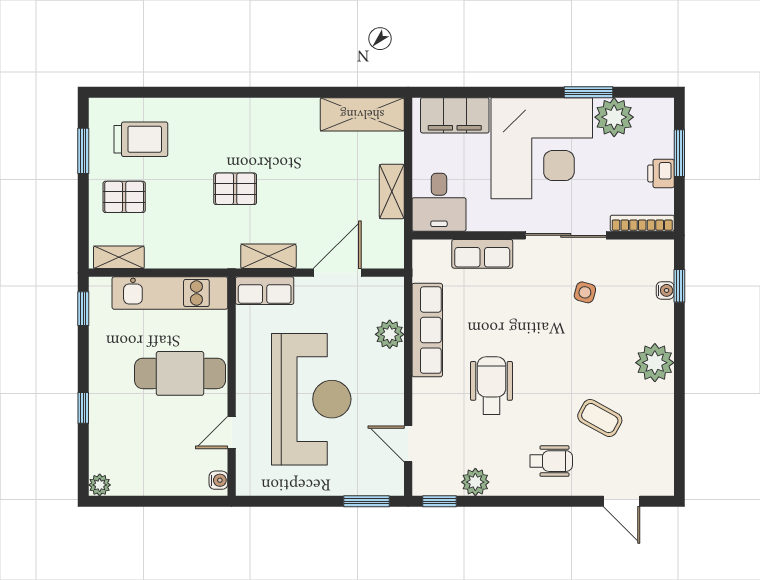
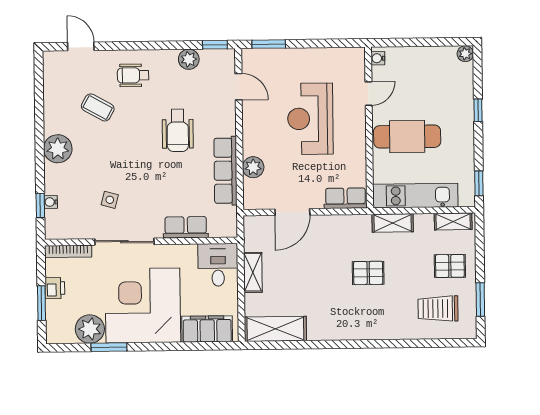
shelving: (268, 256) -> (393, 223), moved
reception desk: (311, 399) -> (310, 119), width x0.74, depth x0.77

